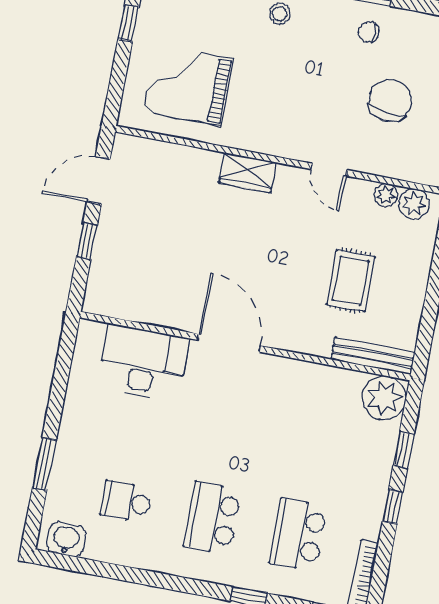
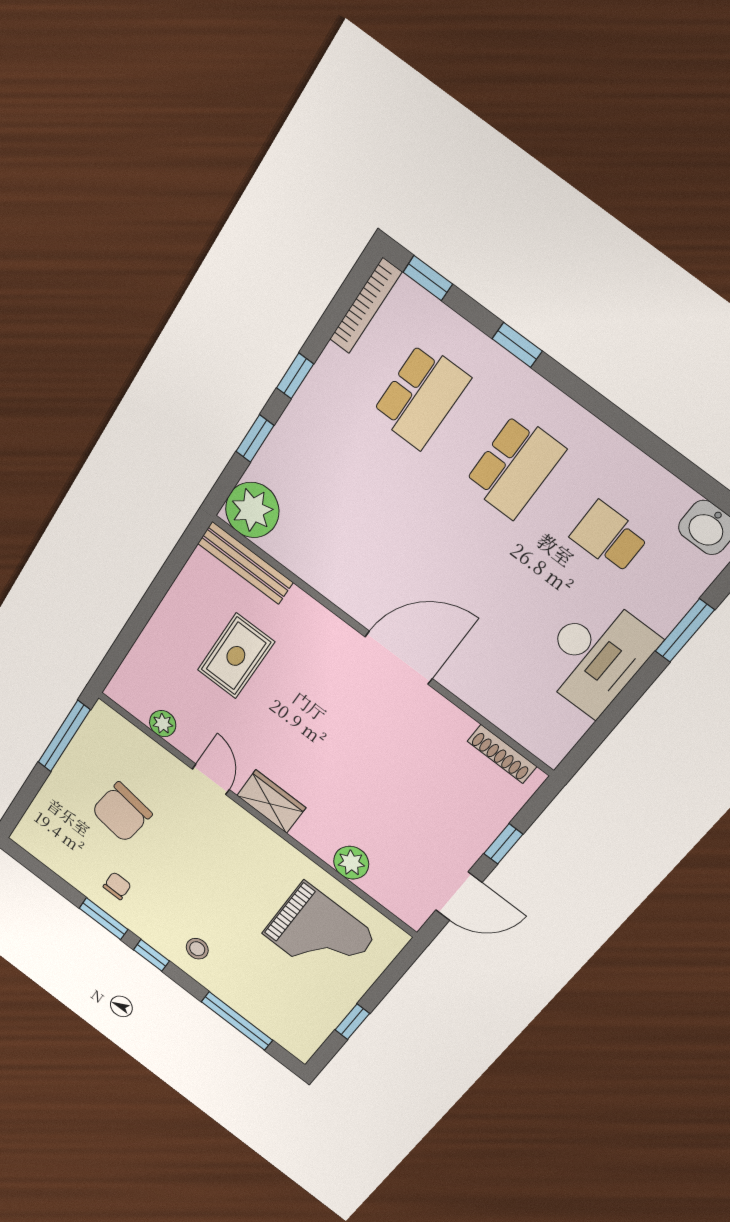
chair: (369, 32) -> (117, 886), turned -90
wardrobe: (247, 172) -> (271, 802), moved
plant: (414, 204) -> (351, 863), moved
shoe rack: (122, 310) -> (502, 754), added
door: (229, 343) -> (399, 658), swing flipped
desk: (143, 363) -> (596, 655), moved, turned -90
school desk: (126, 502) -> (609, 537), turned 180

